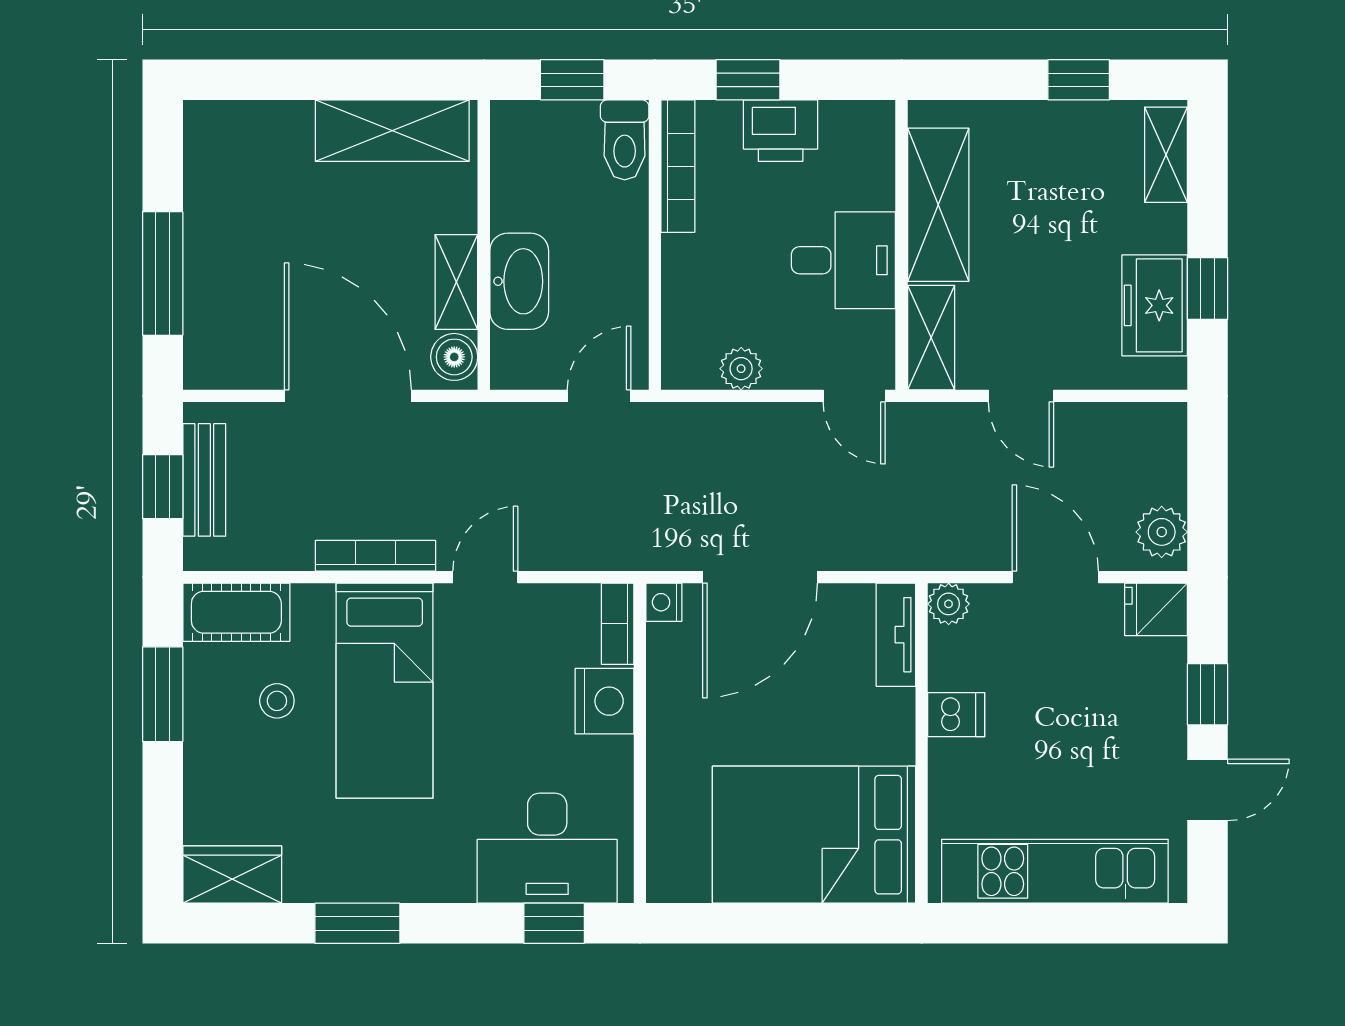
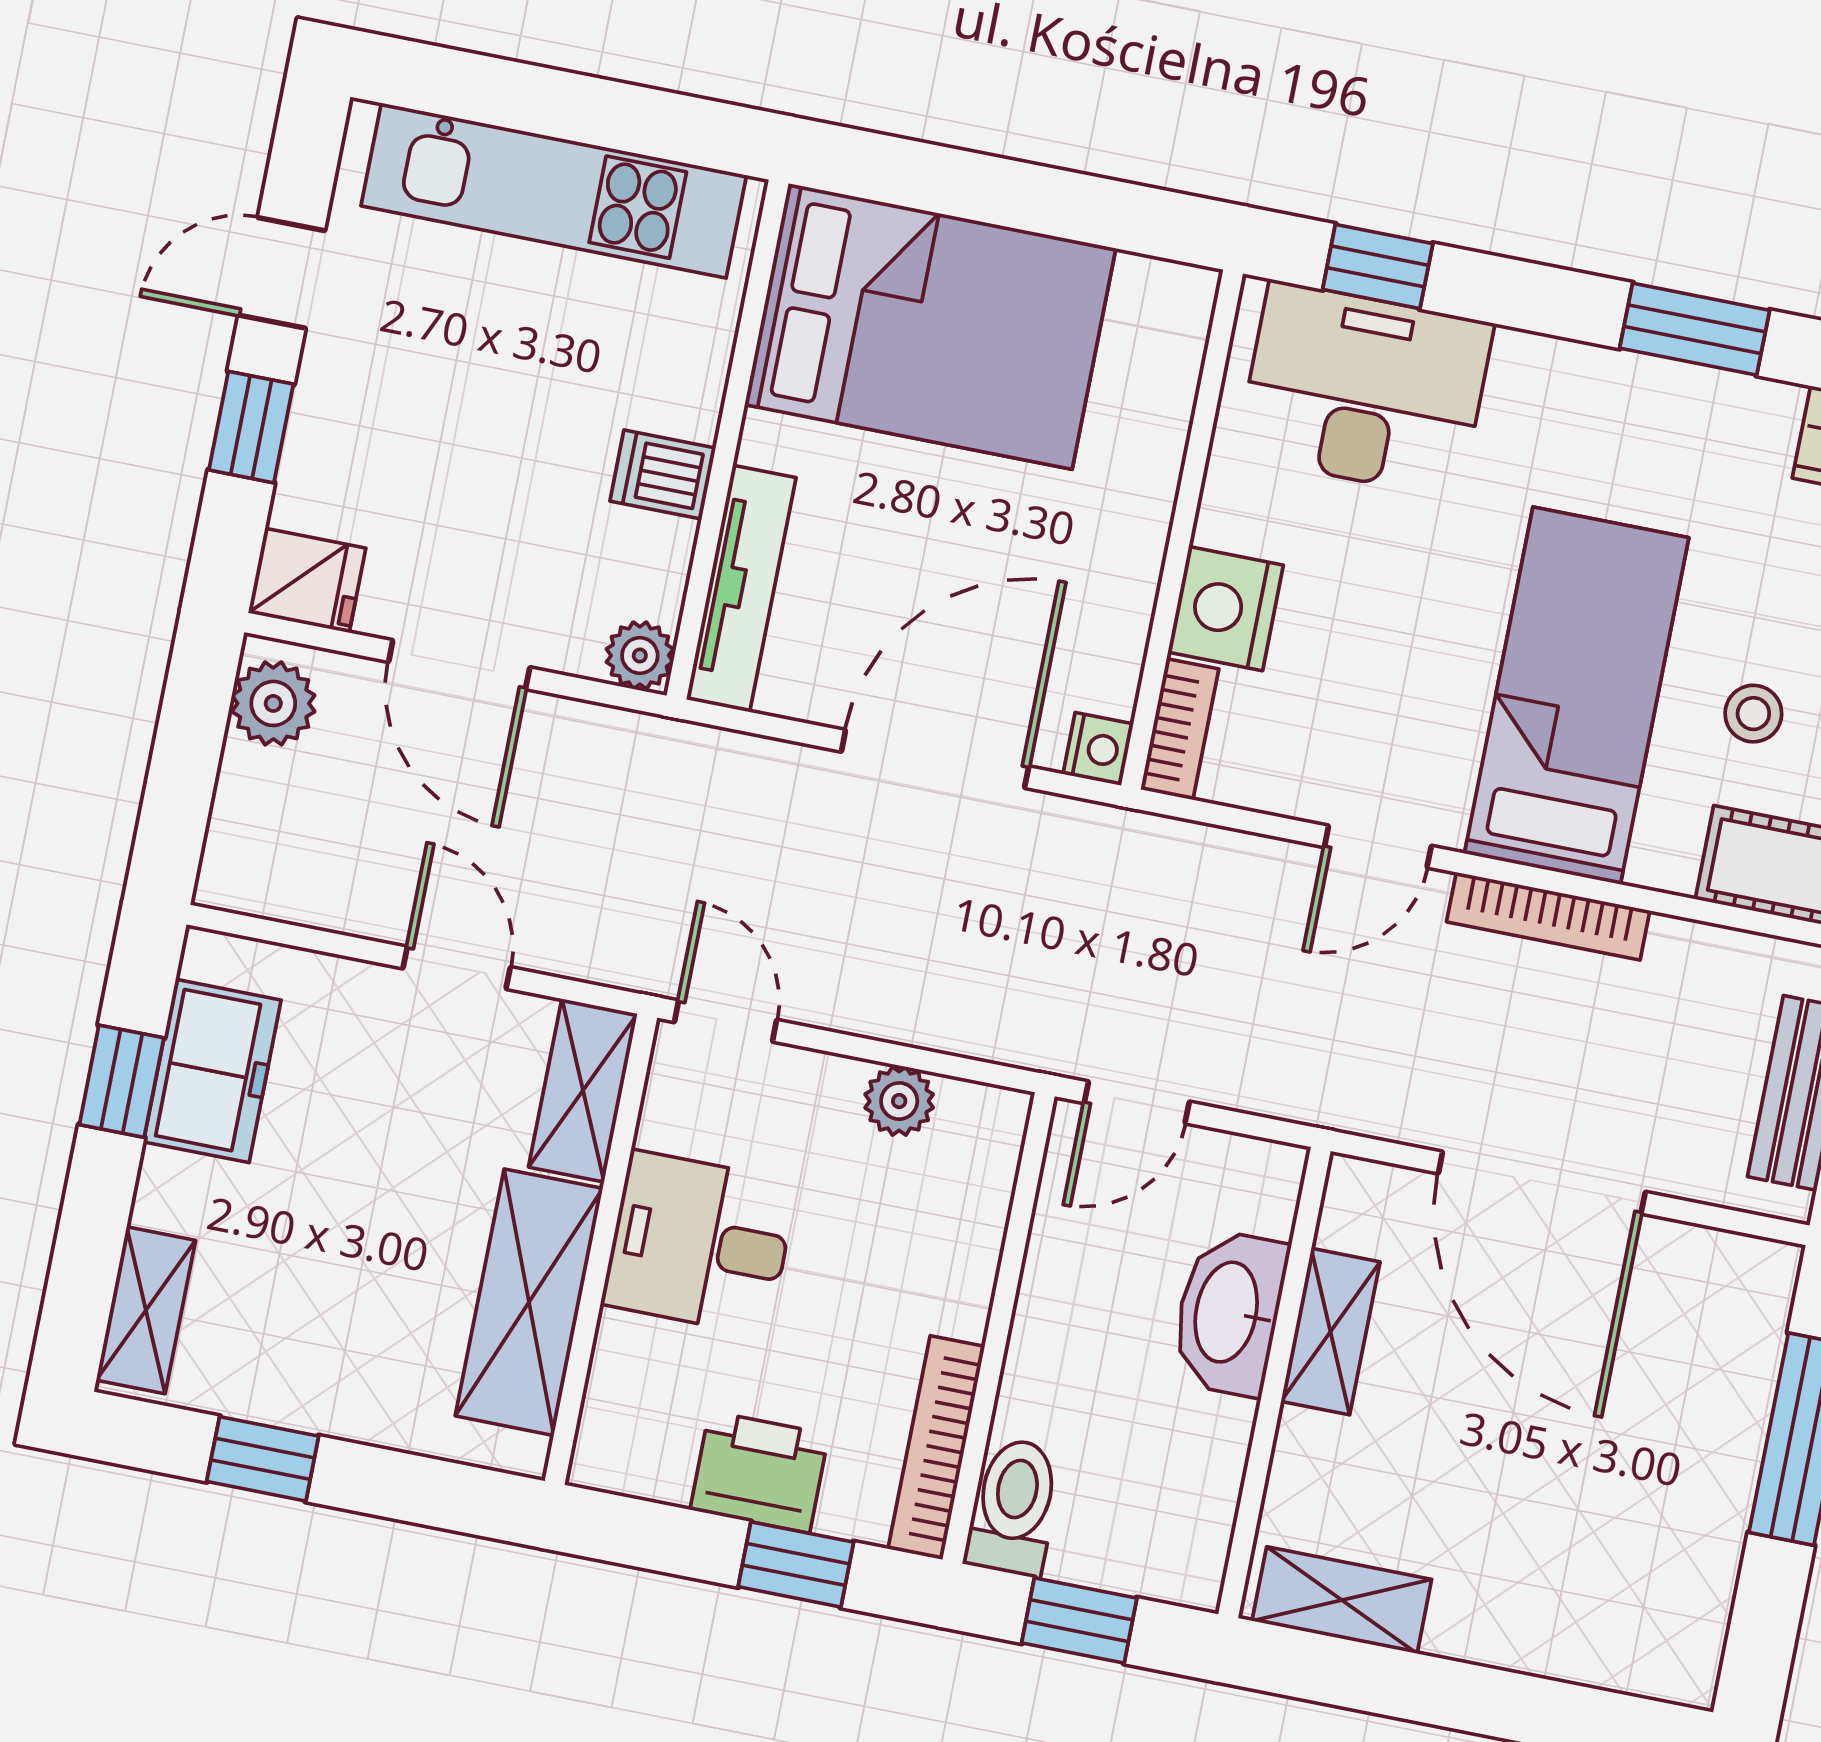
shelving: (392, 131) -> (1342, 1600), width x0.67, depth x0.75
boiler: (454, 357) -> (1358, 1211), removed
tv unit: (896, 635) -> (741, 589), width x1.41

